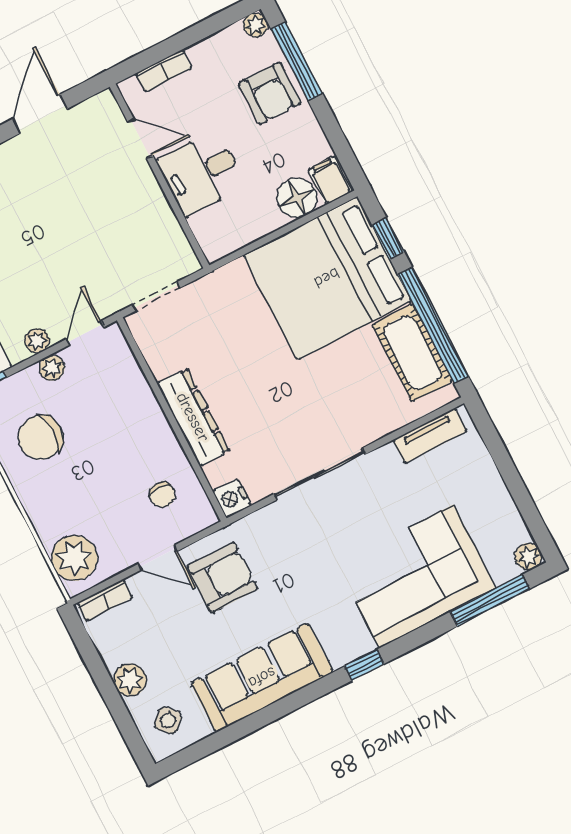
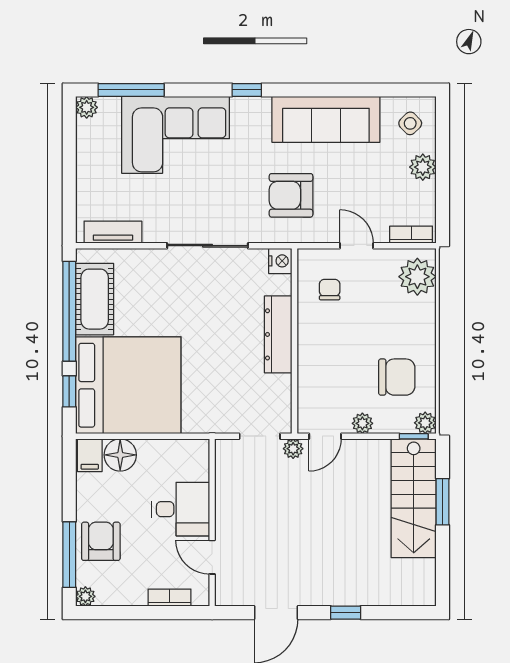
plant: (37, 341) -> (293, 449), moved
armchair: (223, 578) -> (291, 195), moved

